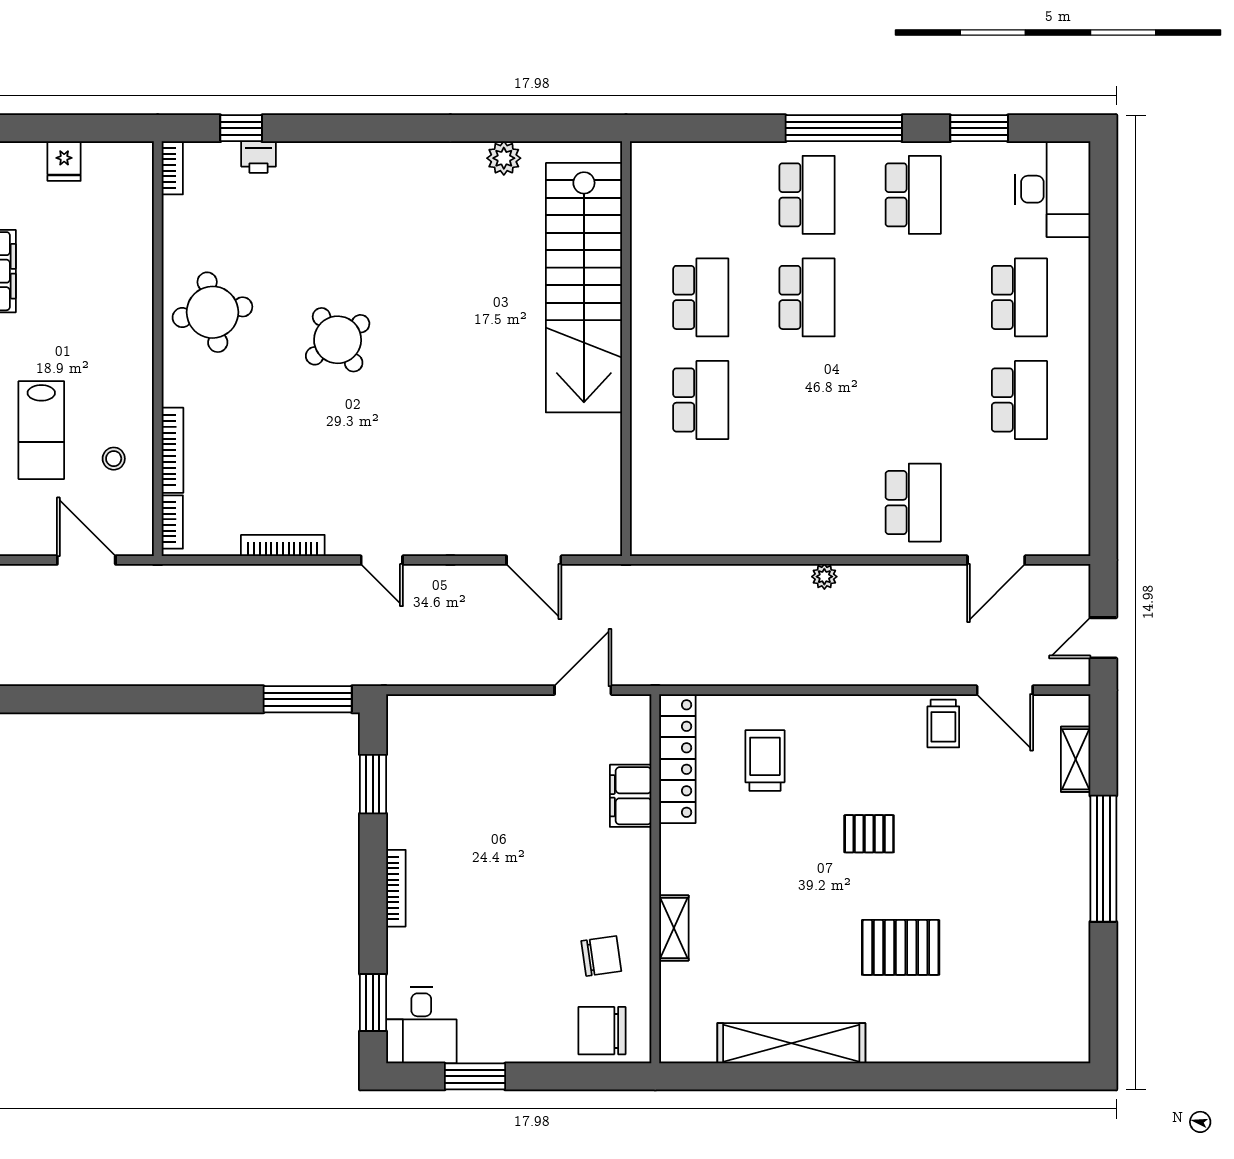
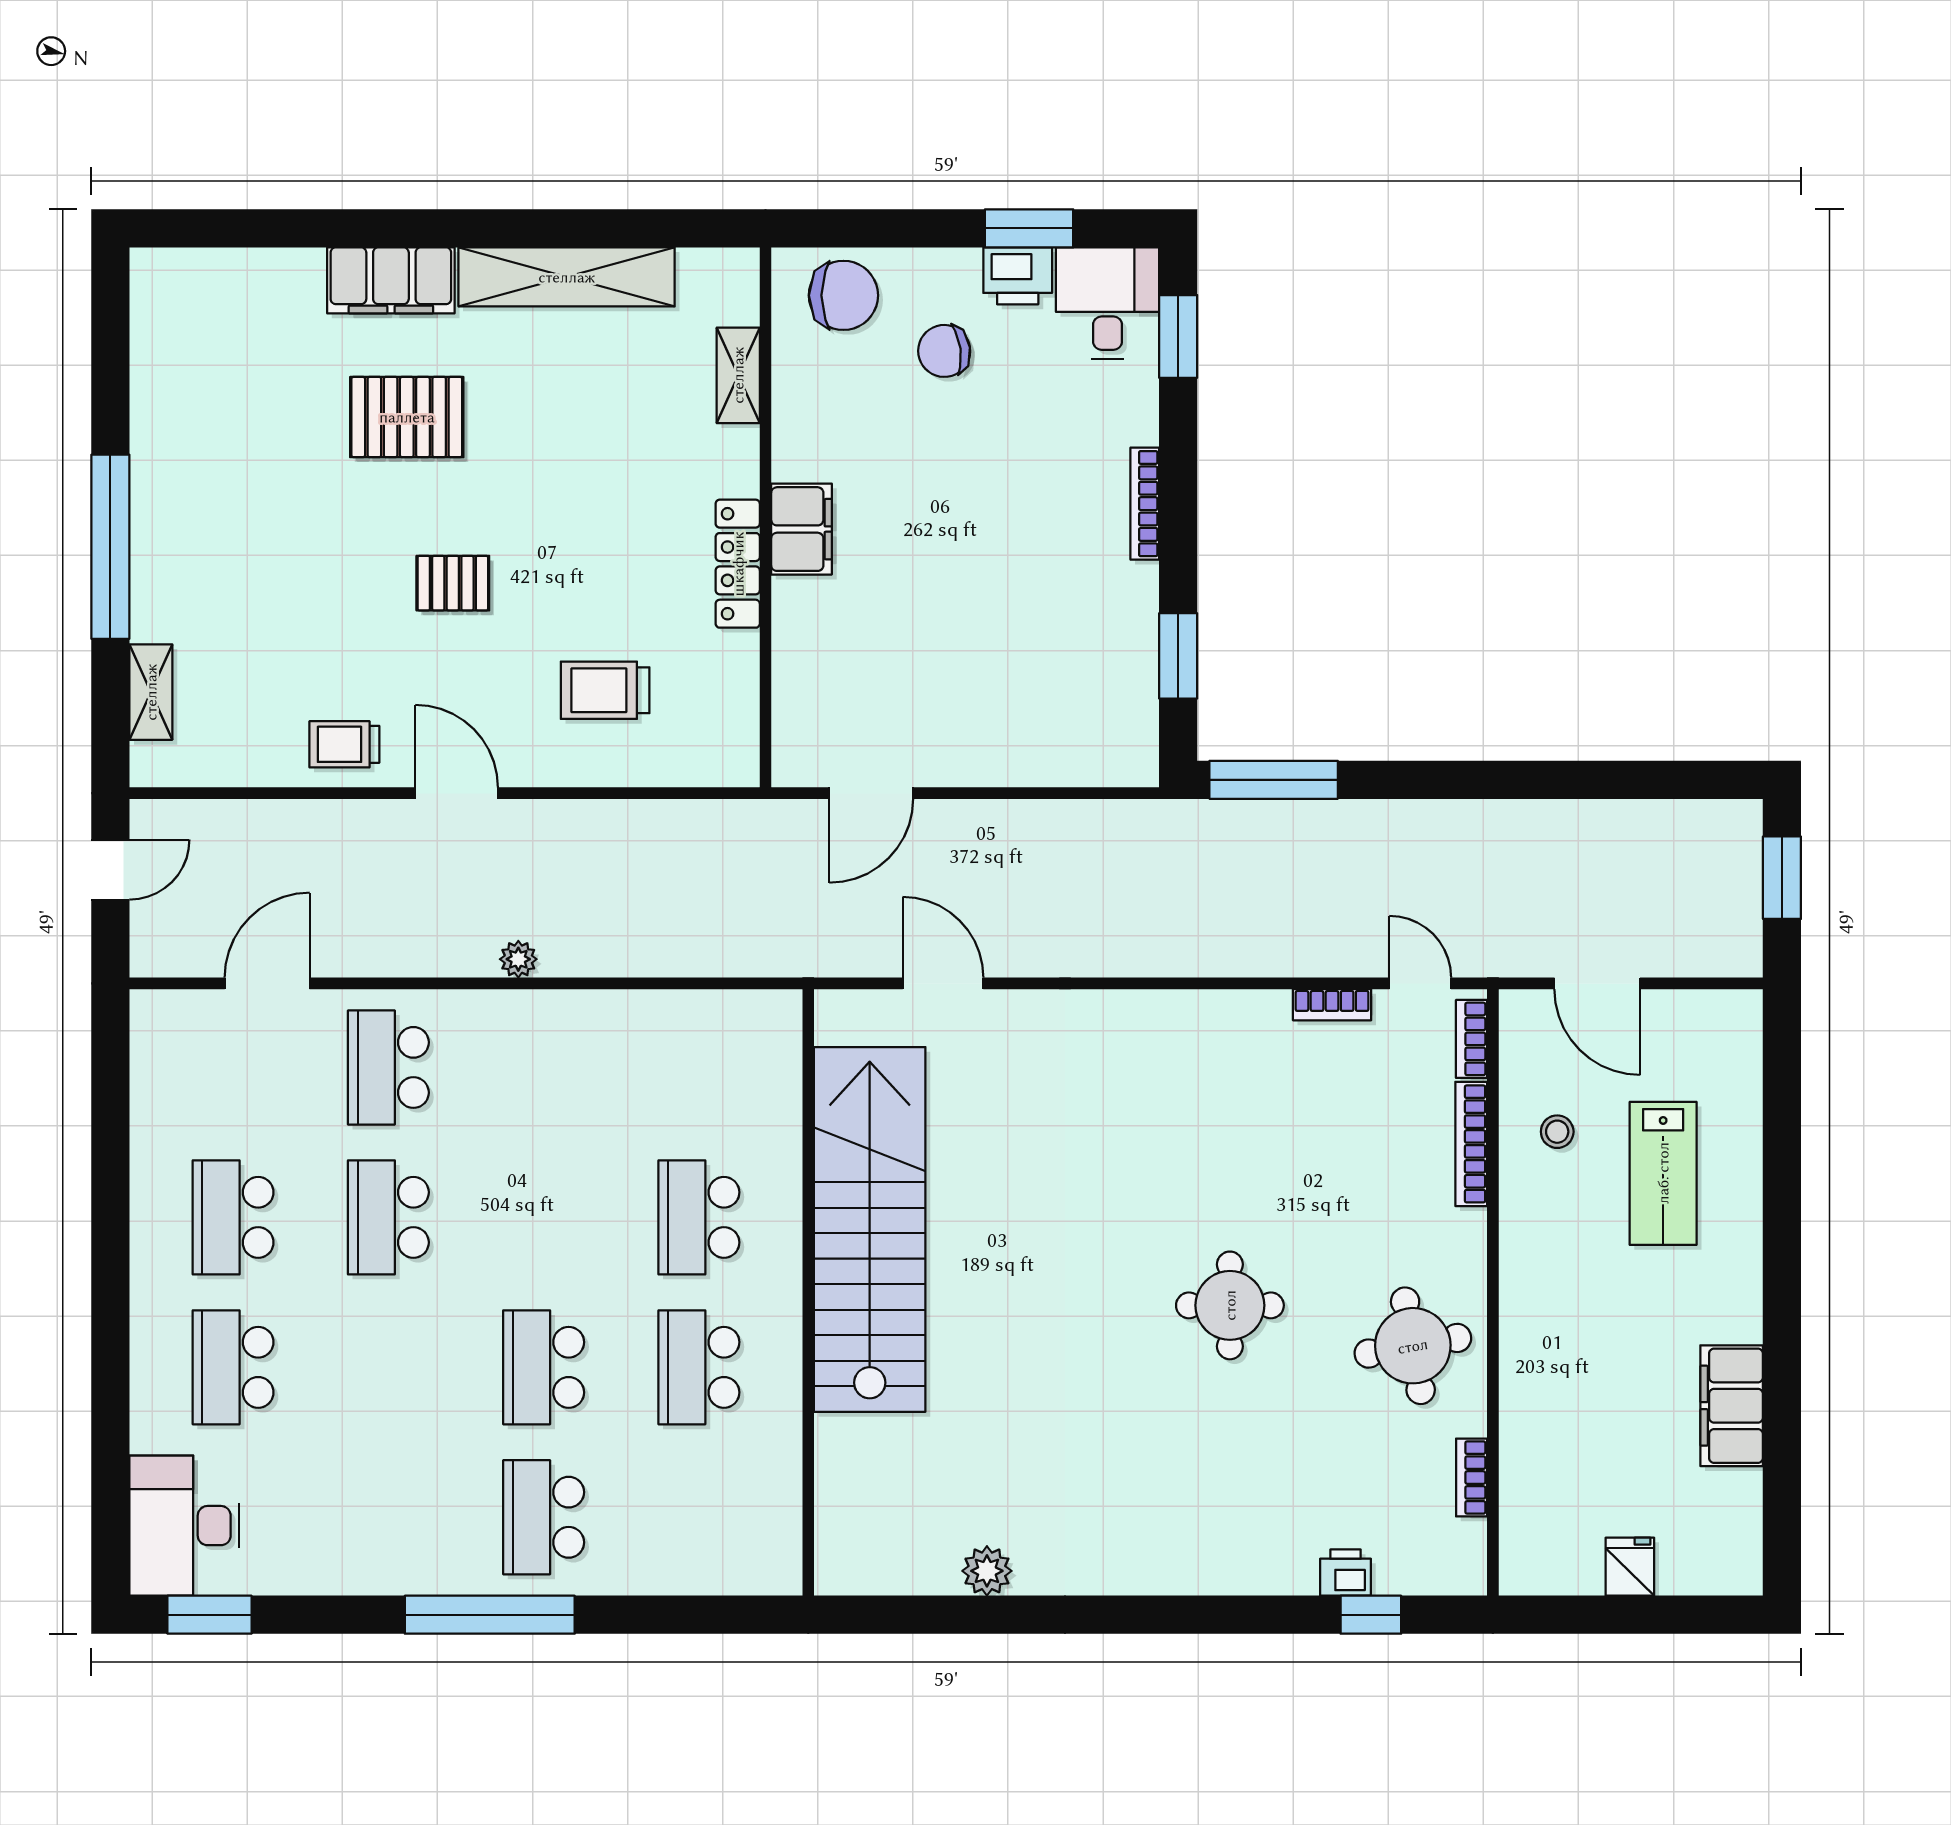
window: (979, 128) -> (209, 1615), moved
bookcase: (172, 168) -> (1472, 1478), moved
school desk: (913, 195) -> (388, 1217), moved
stairs: (584, 288) -> (870, 1229), moved
round table: (338, 340) -> (1230, 1305), turned 35
lab bench: (41, 430) -> (1663, 1173), turned 180
bookcase: (283, 545) -> (1332, 1005), width x0.64
door: (382, 560) -> (1420, 983), moved
door: (1005, 690) -> (457, 793), moved
trolley: (943, 724) -> (344, 744), turned -90
locker: (677, 759) -> (738, 564), moved, width x0.71, depth x0.83
trolley: (765, 761) -> (605, 690), turned 90
filing cabinet: (631, 796) -> (802, 529), moved
shelving: (674, 928) -> (738, 375), moved
chair: (601, 956) -> (944, 351), moved
filing cabinet: (911, 1041) -> (391, 280), added
printer: (483, 1044) -> (1018, 276), added

